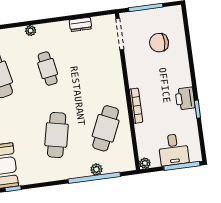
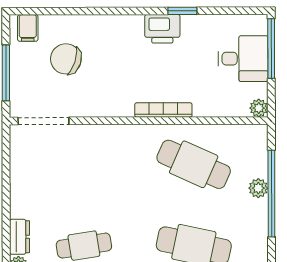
filing cabinet: (175, 17) -> (28, 28), added
dresser: (80, 24) -> (19, 237), moved
chair: (159, 43) -> (66, 59), turned 108

